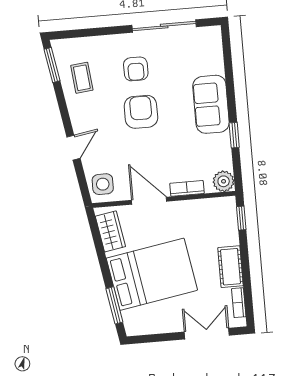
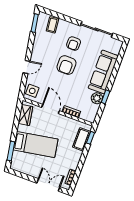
coffee table: (82, 78) -> (52, 25), moved
sofa: (211, 104) -> (103, 72), width x1.36
armchair: (141, 112) -> (66, 65), turned 180
plant: (224, 181) -> (97, 98), moved
cot: (230, 267) -> (82, 139), moved
bed: (152, 274) -> (36, 144), width x0.67

